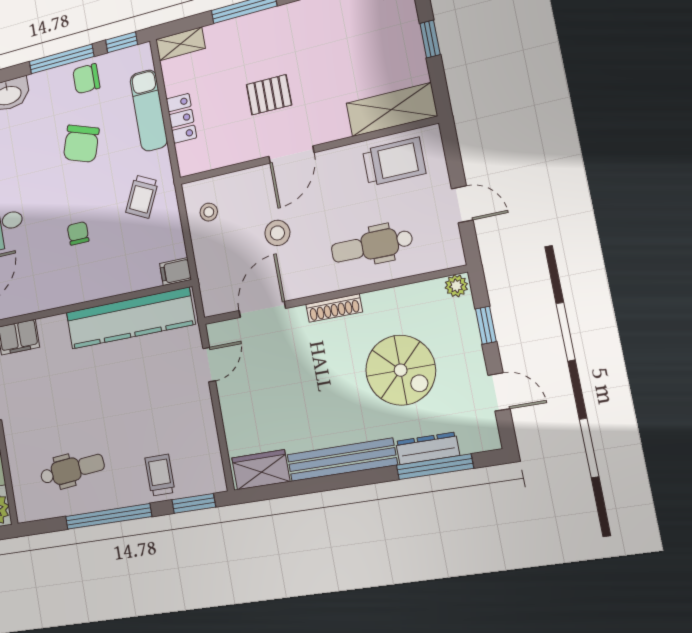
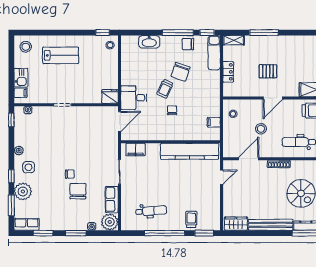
exam couch: (149, 110) -> (214, 53), moved
trolley: (142, 197) -> (165, 89), moved
filing cabinet: (175, 272) -> (214, 122), moved

